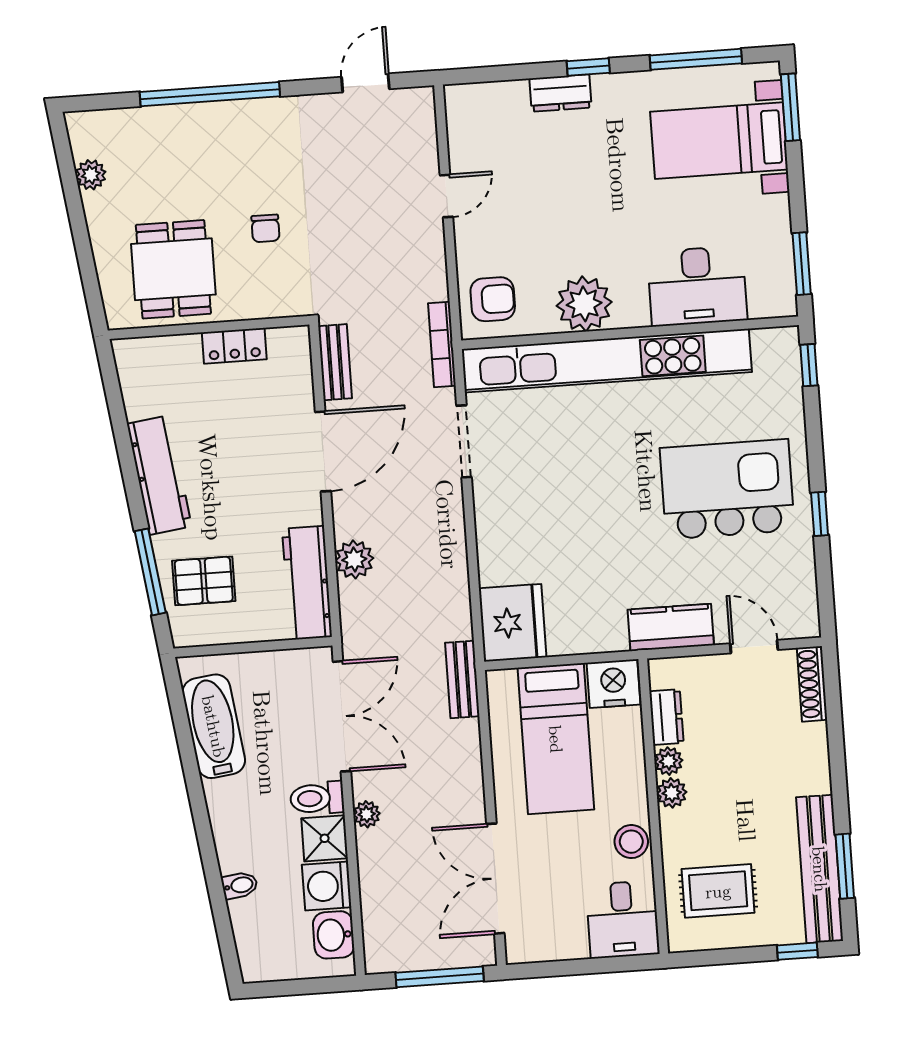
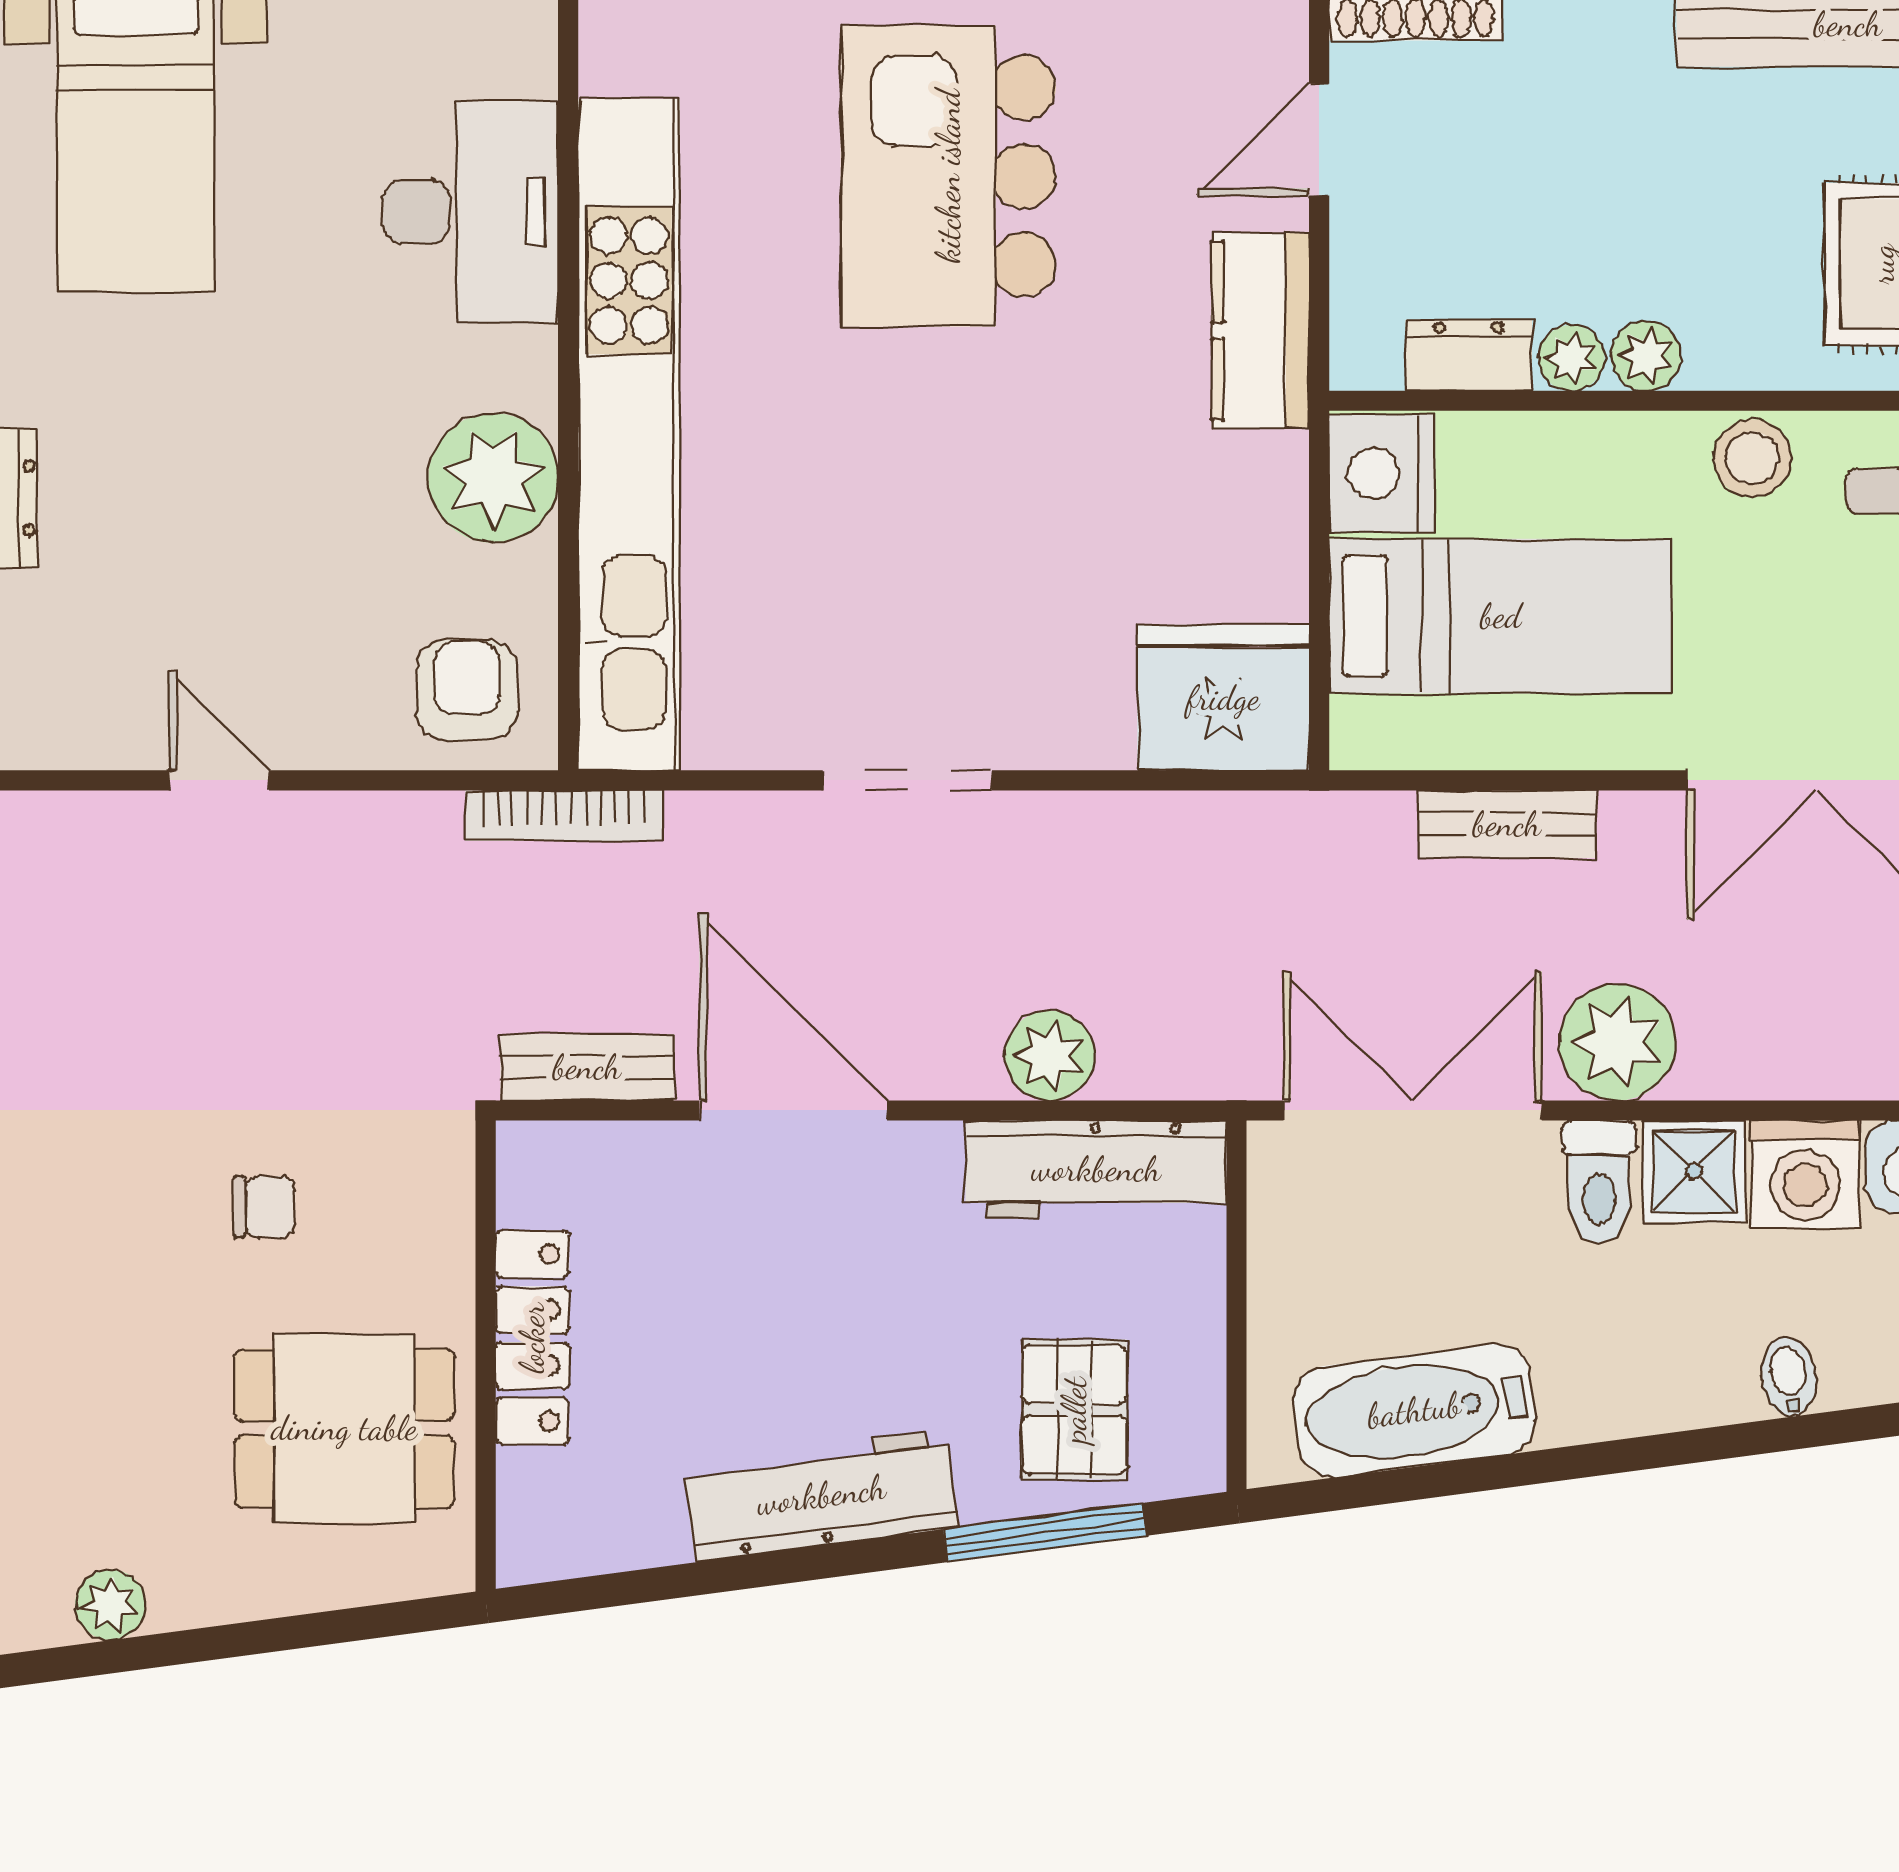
locker: (234, 346) -> (532, 1338), width x1.53
doorway: (464, 441) -> (907, 780), moved
bench: (462, 679) -> (1507, 824), moved
plant: (367, 814) -> (1617, 1042), width x1.88, depth x1.88

